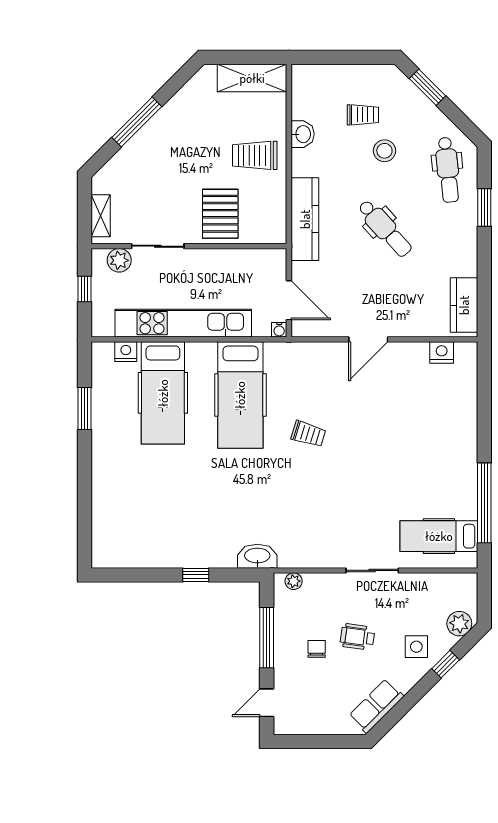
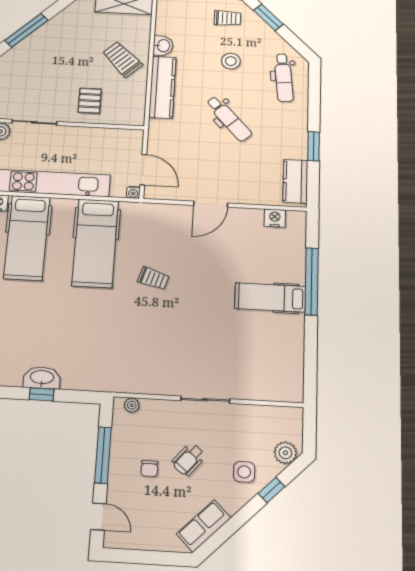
trolley: (363, 115) -> (227, 18), moved
trolley: (255, 155) -> (122, 59), turned 46
window: (484, 207) -> (314, 146), moved
pallet: (220, 214) -> (90, 101), width x0.67, depth x0.71
kitchen counter: (305, 219) -> (162, 87), moved
window: (484, 503) -> (312, 281), moved
hospital bed: (439, 536) -> (270, 297), moved
washbasin: (257, 556) -> (42, 378), moved
wheelchair: (357, 637) -> (189, 459), turned -58
chair: (317, 649) -> (149, 469), turned 180
door: (267, 703) -> (98, 517), swing flipped

